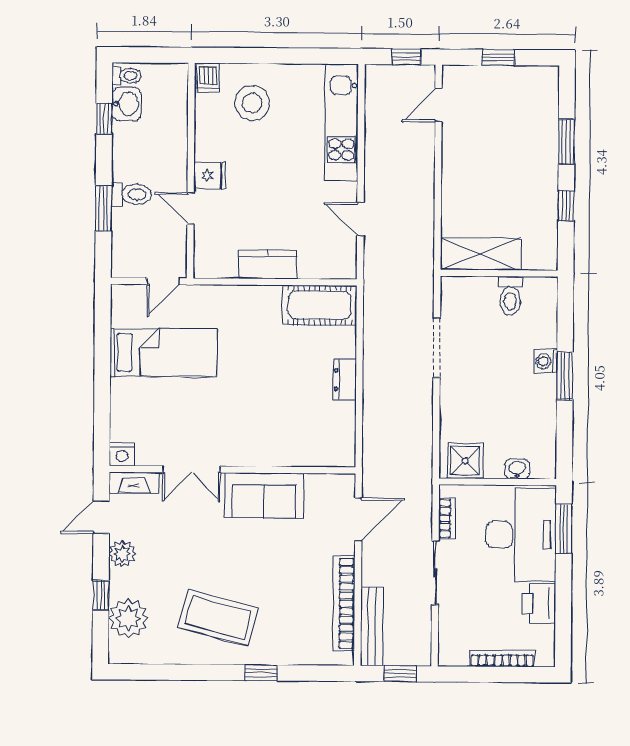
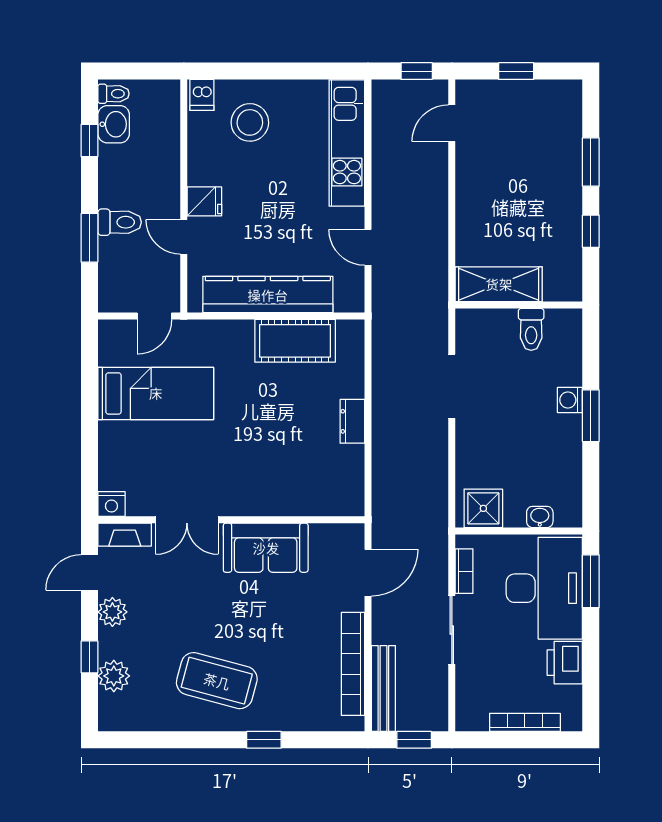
kitchen counter: (268, 264) -> (268, 295), width x2.08, depth x1.17
cot: (320, 305) -> (295, 341), moved
plant: (128, 618) -> (114, 676), width x0.73, depth x0.73

